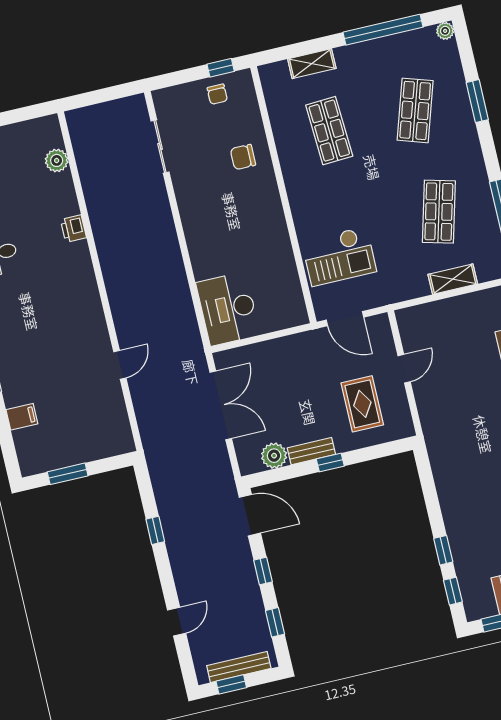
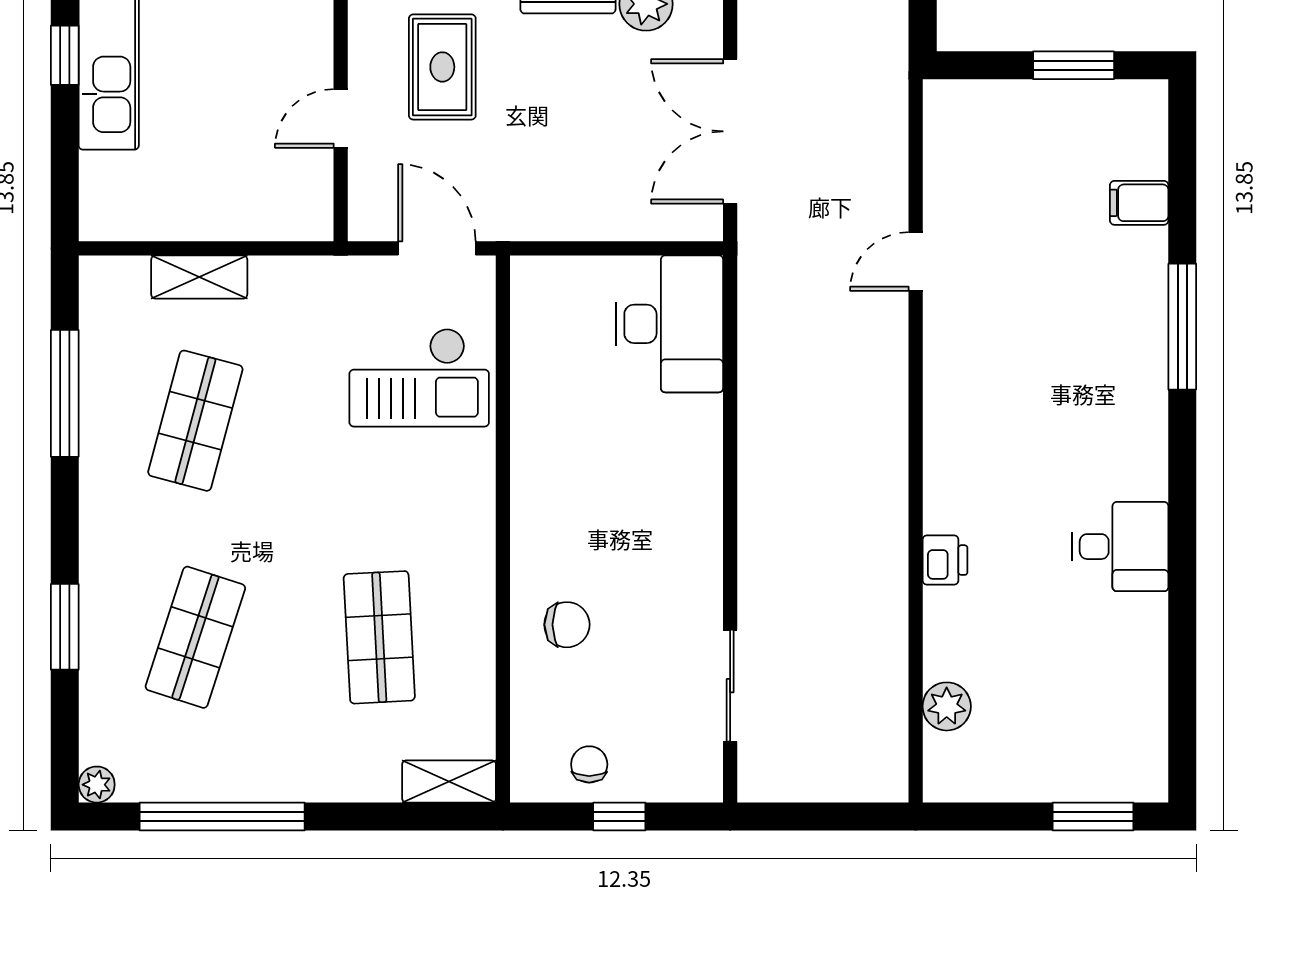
shelving: (312, 64) -> (449, 781), moved
window: (221, 68) -> (619, 816), moved
checkout: (339, 256) -> (419, 378), turned 180

